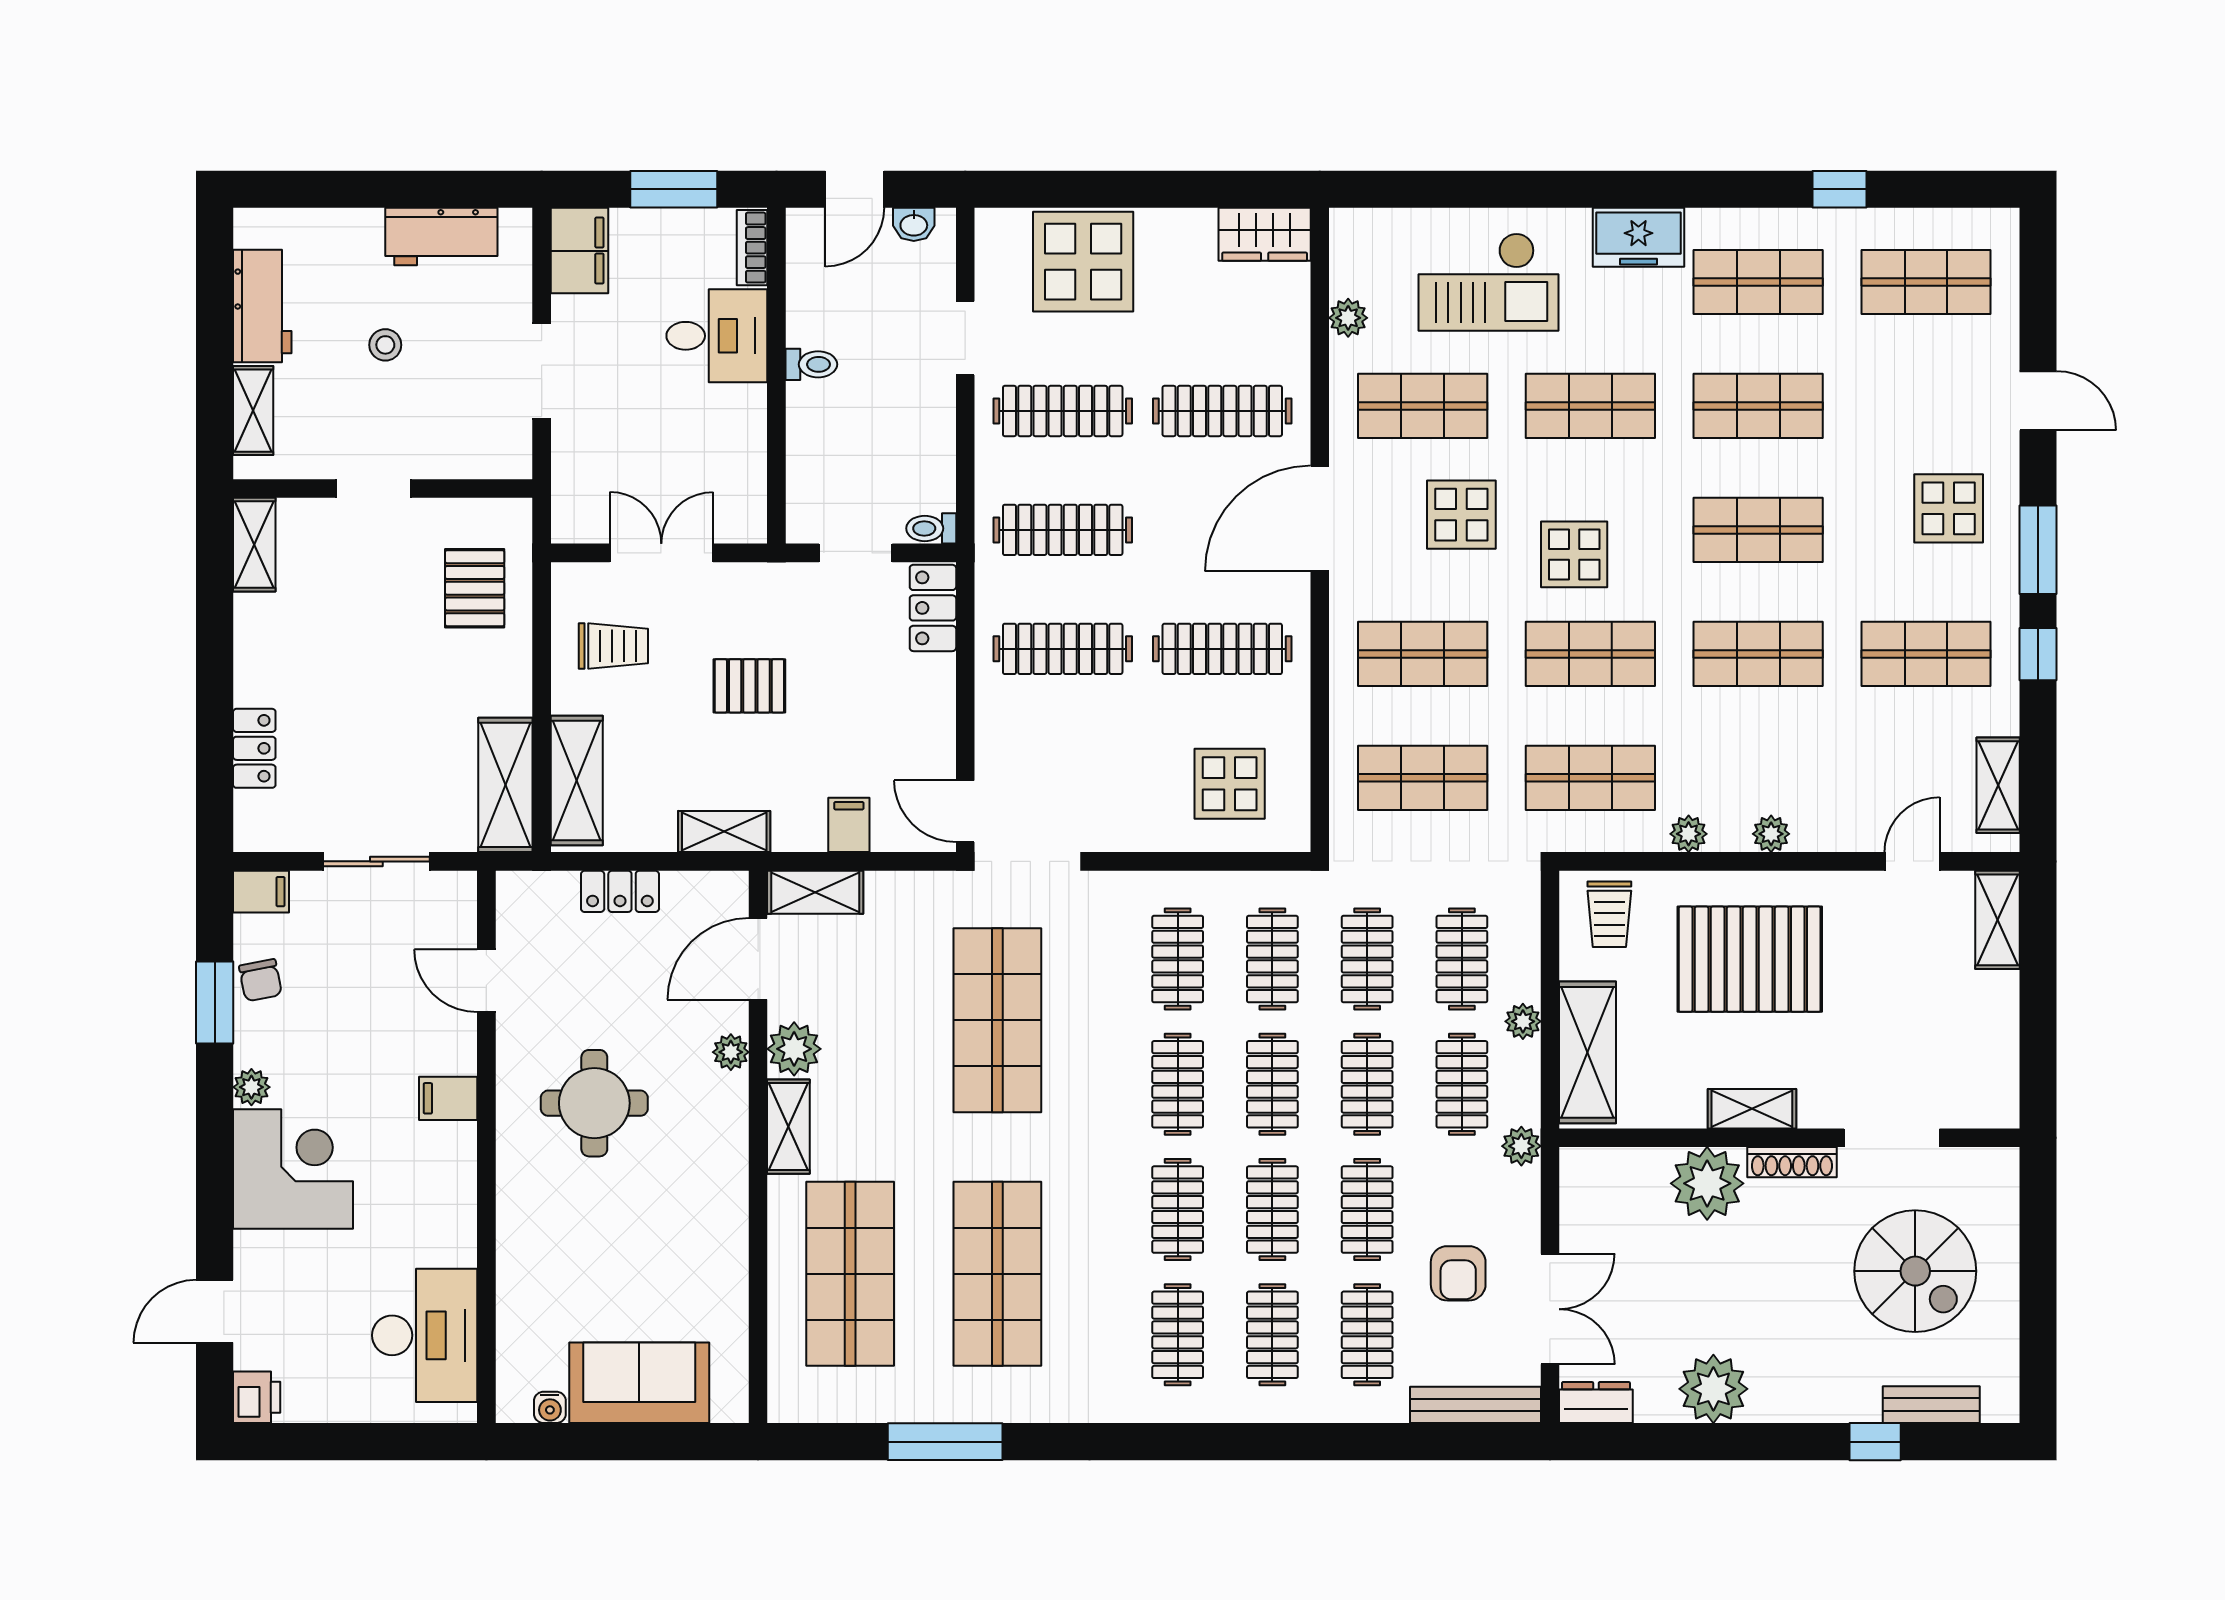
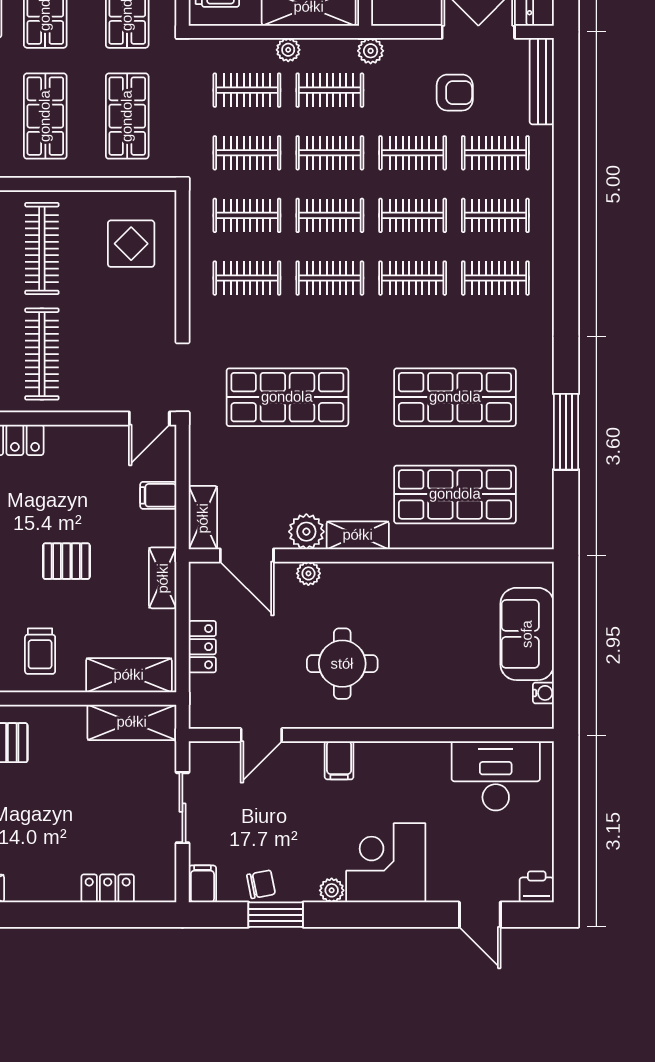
trolley: (613, 646) -> (40, 651), turned 180
pallet: (749, 686) -> (66, 561), turned 90

